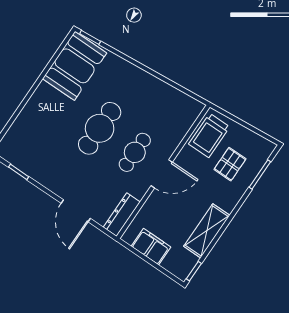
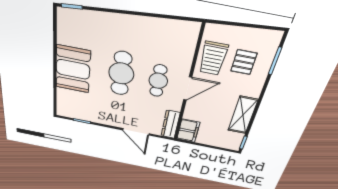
booth: (75, 66) -> (73, 69), moved
trolley: (209, 135) -> (213, 58), moved
filing cabinet: (151, 247) -> (188, 131), moved, turned 90

